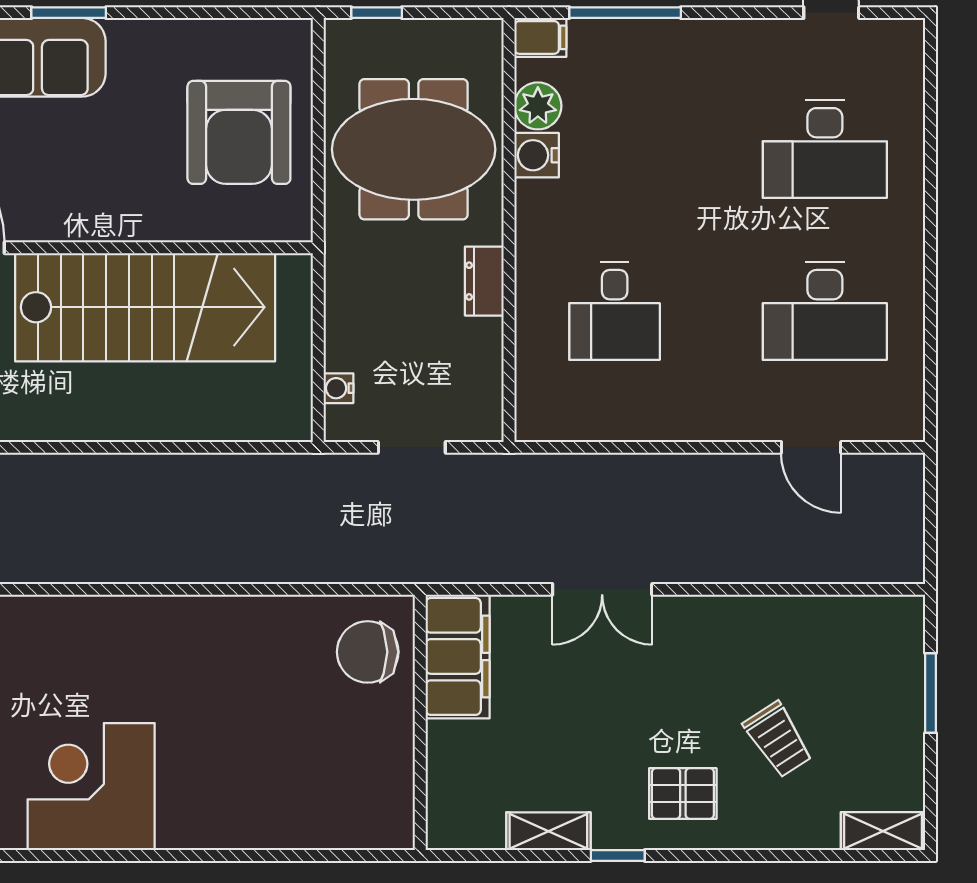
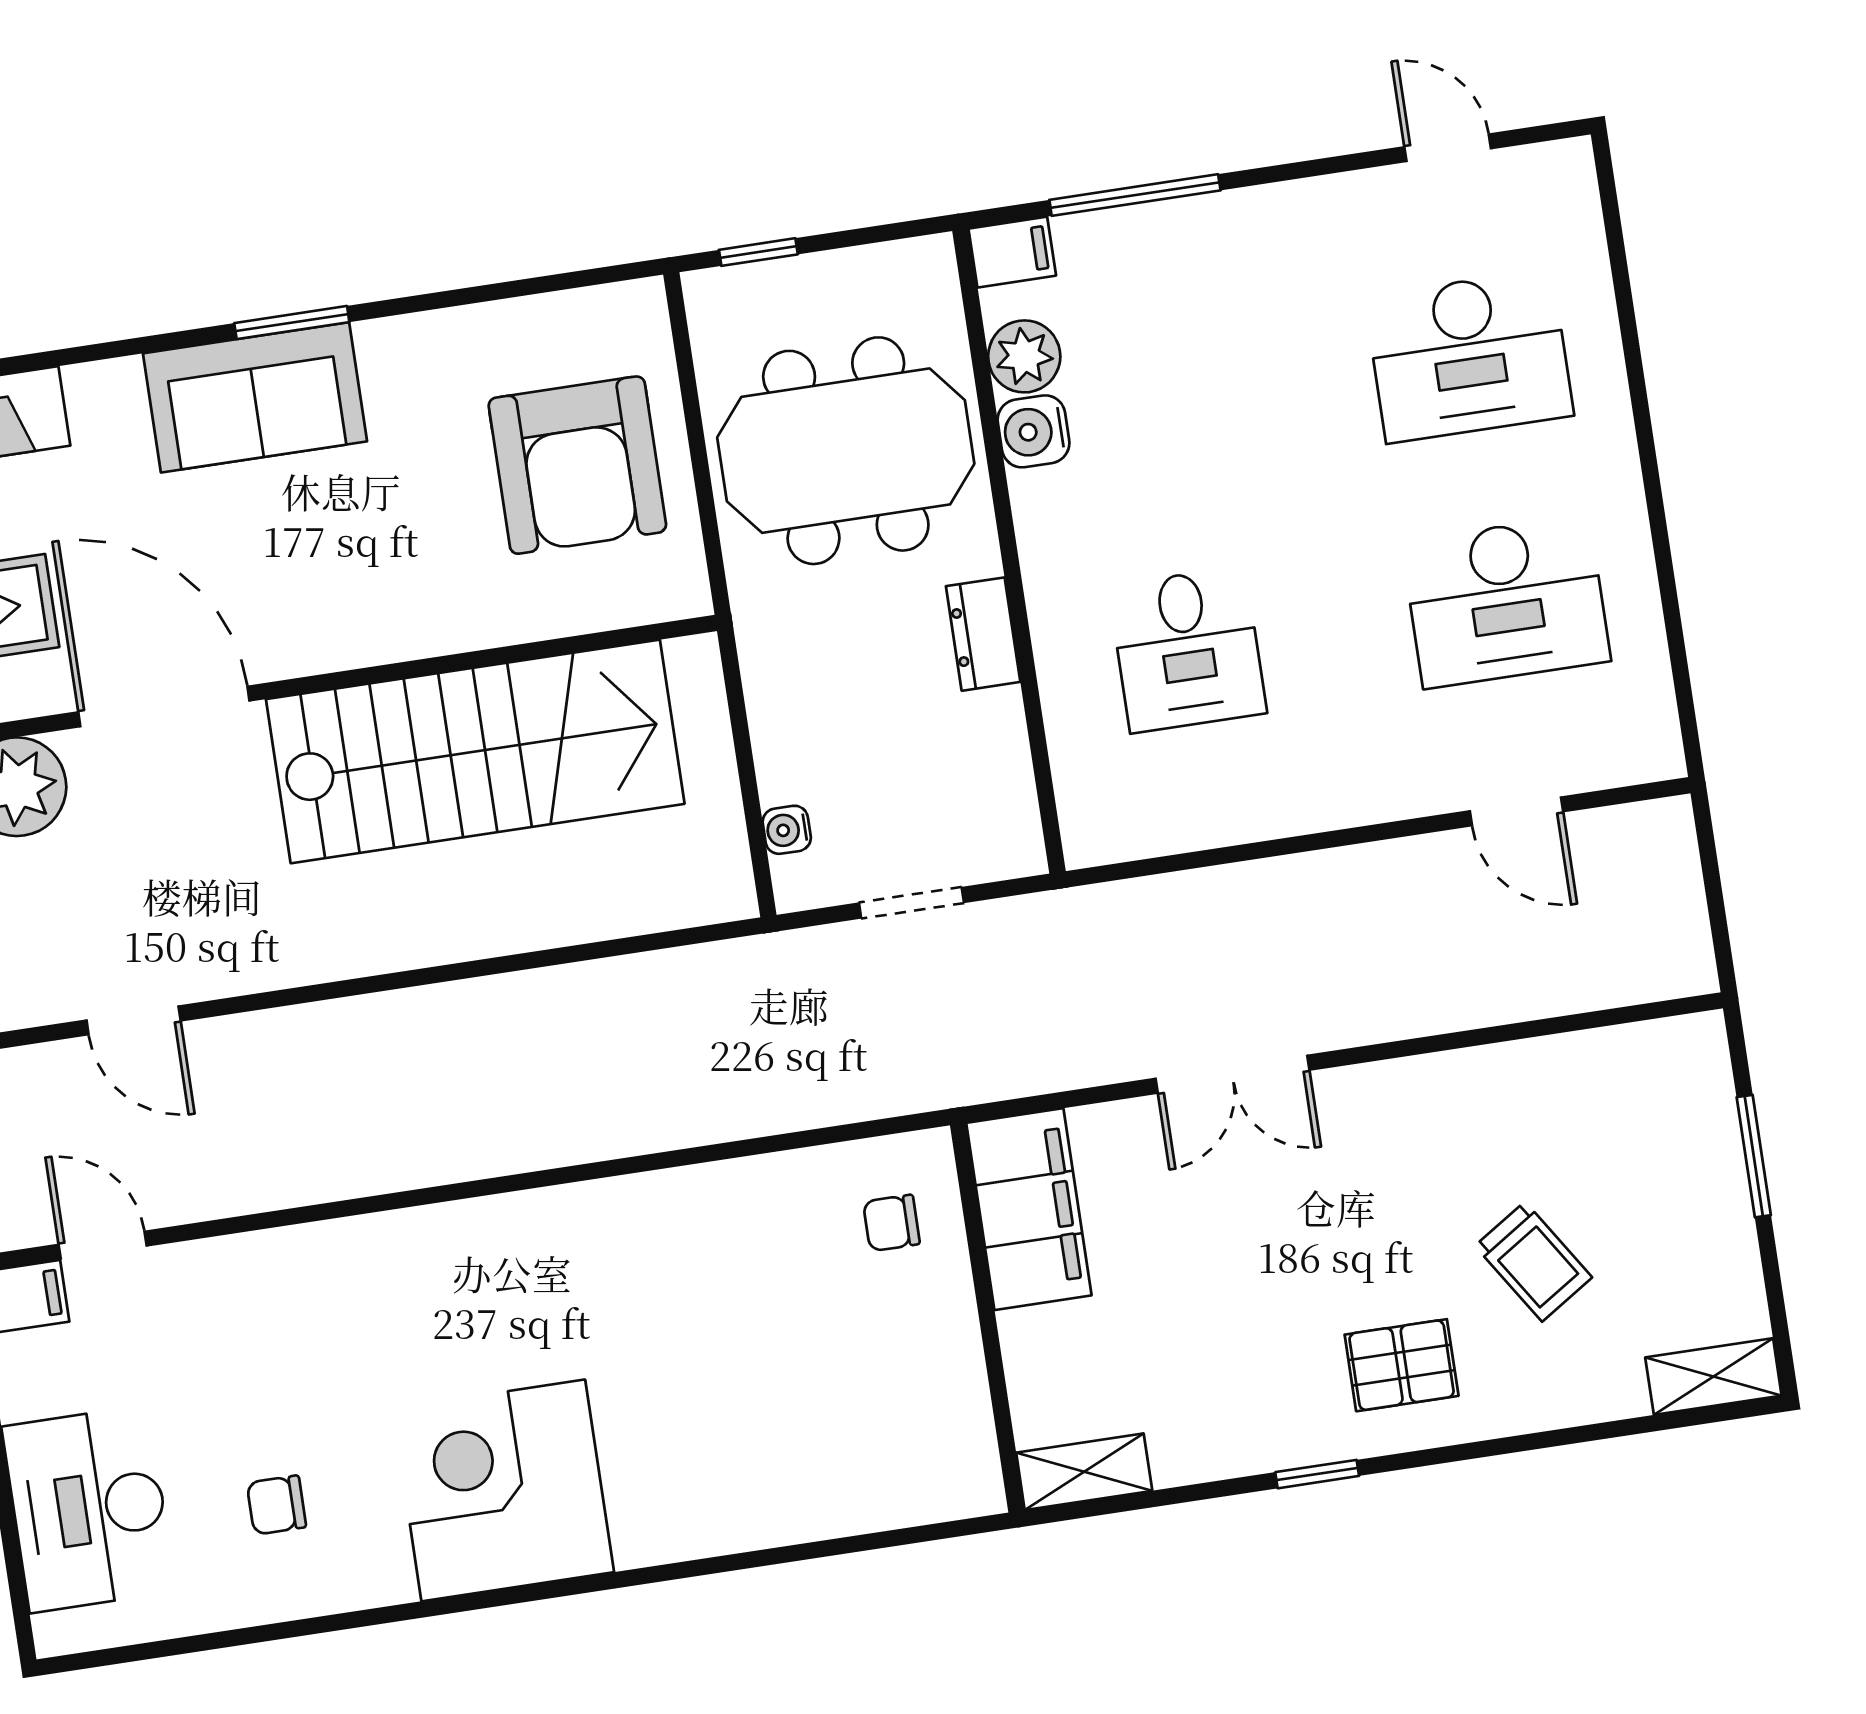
chair: (368, 652) -> (891, 1223), width x0.54, depth x0.54
shelving: (548, 831) -> (1084, 1472), moved

